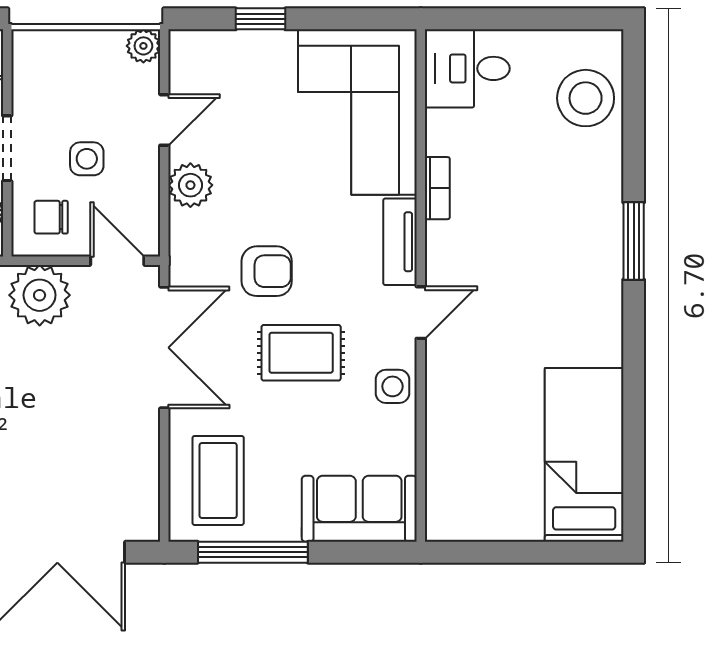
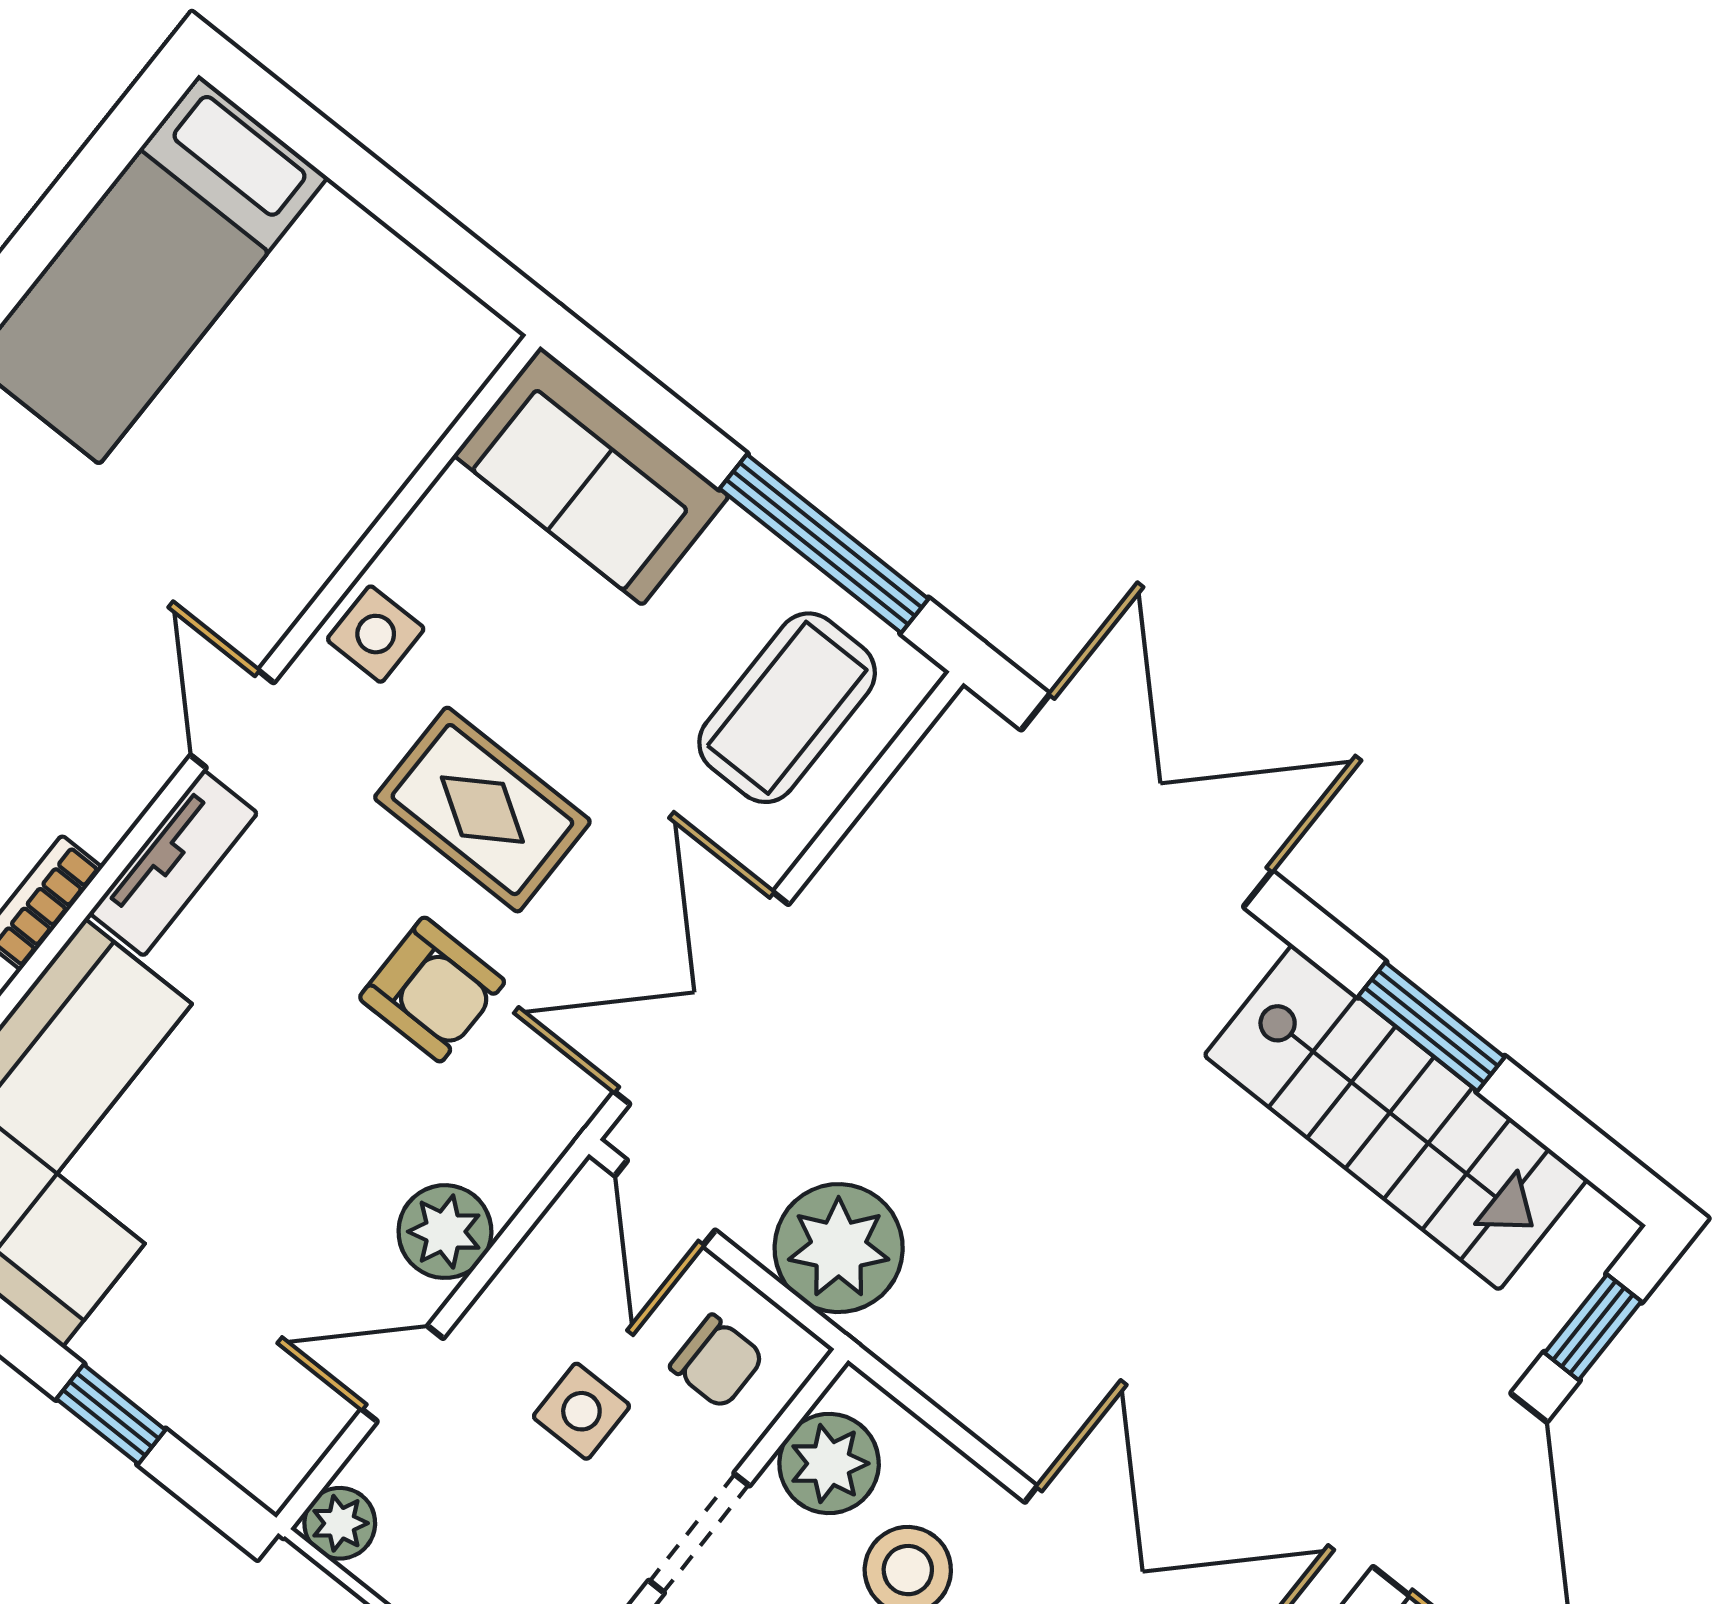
armchair: (267, 271) -> (432, 990), turned 180
door: (421, 313) -> (232, 719), hinge flipped

